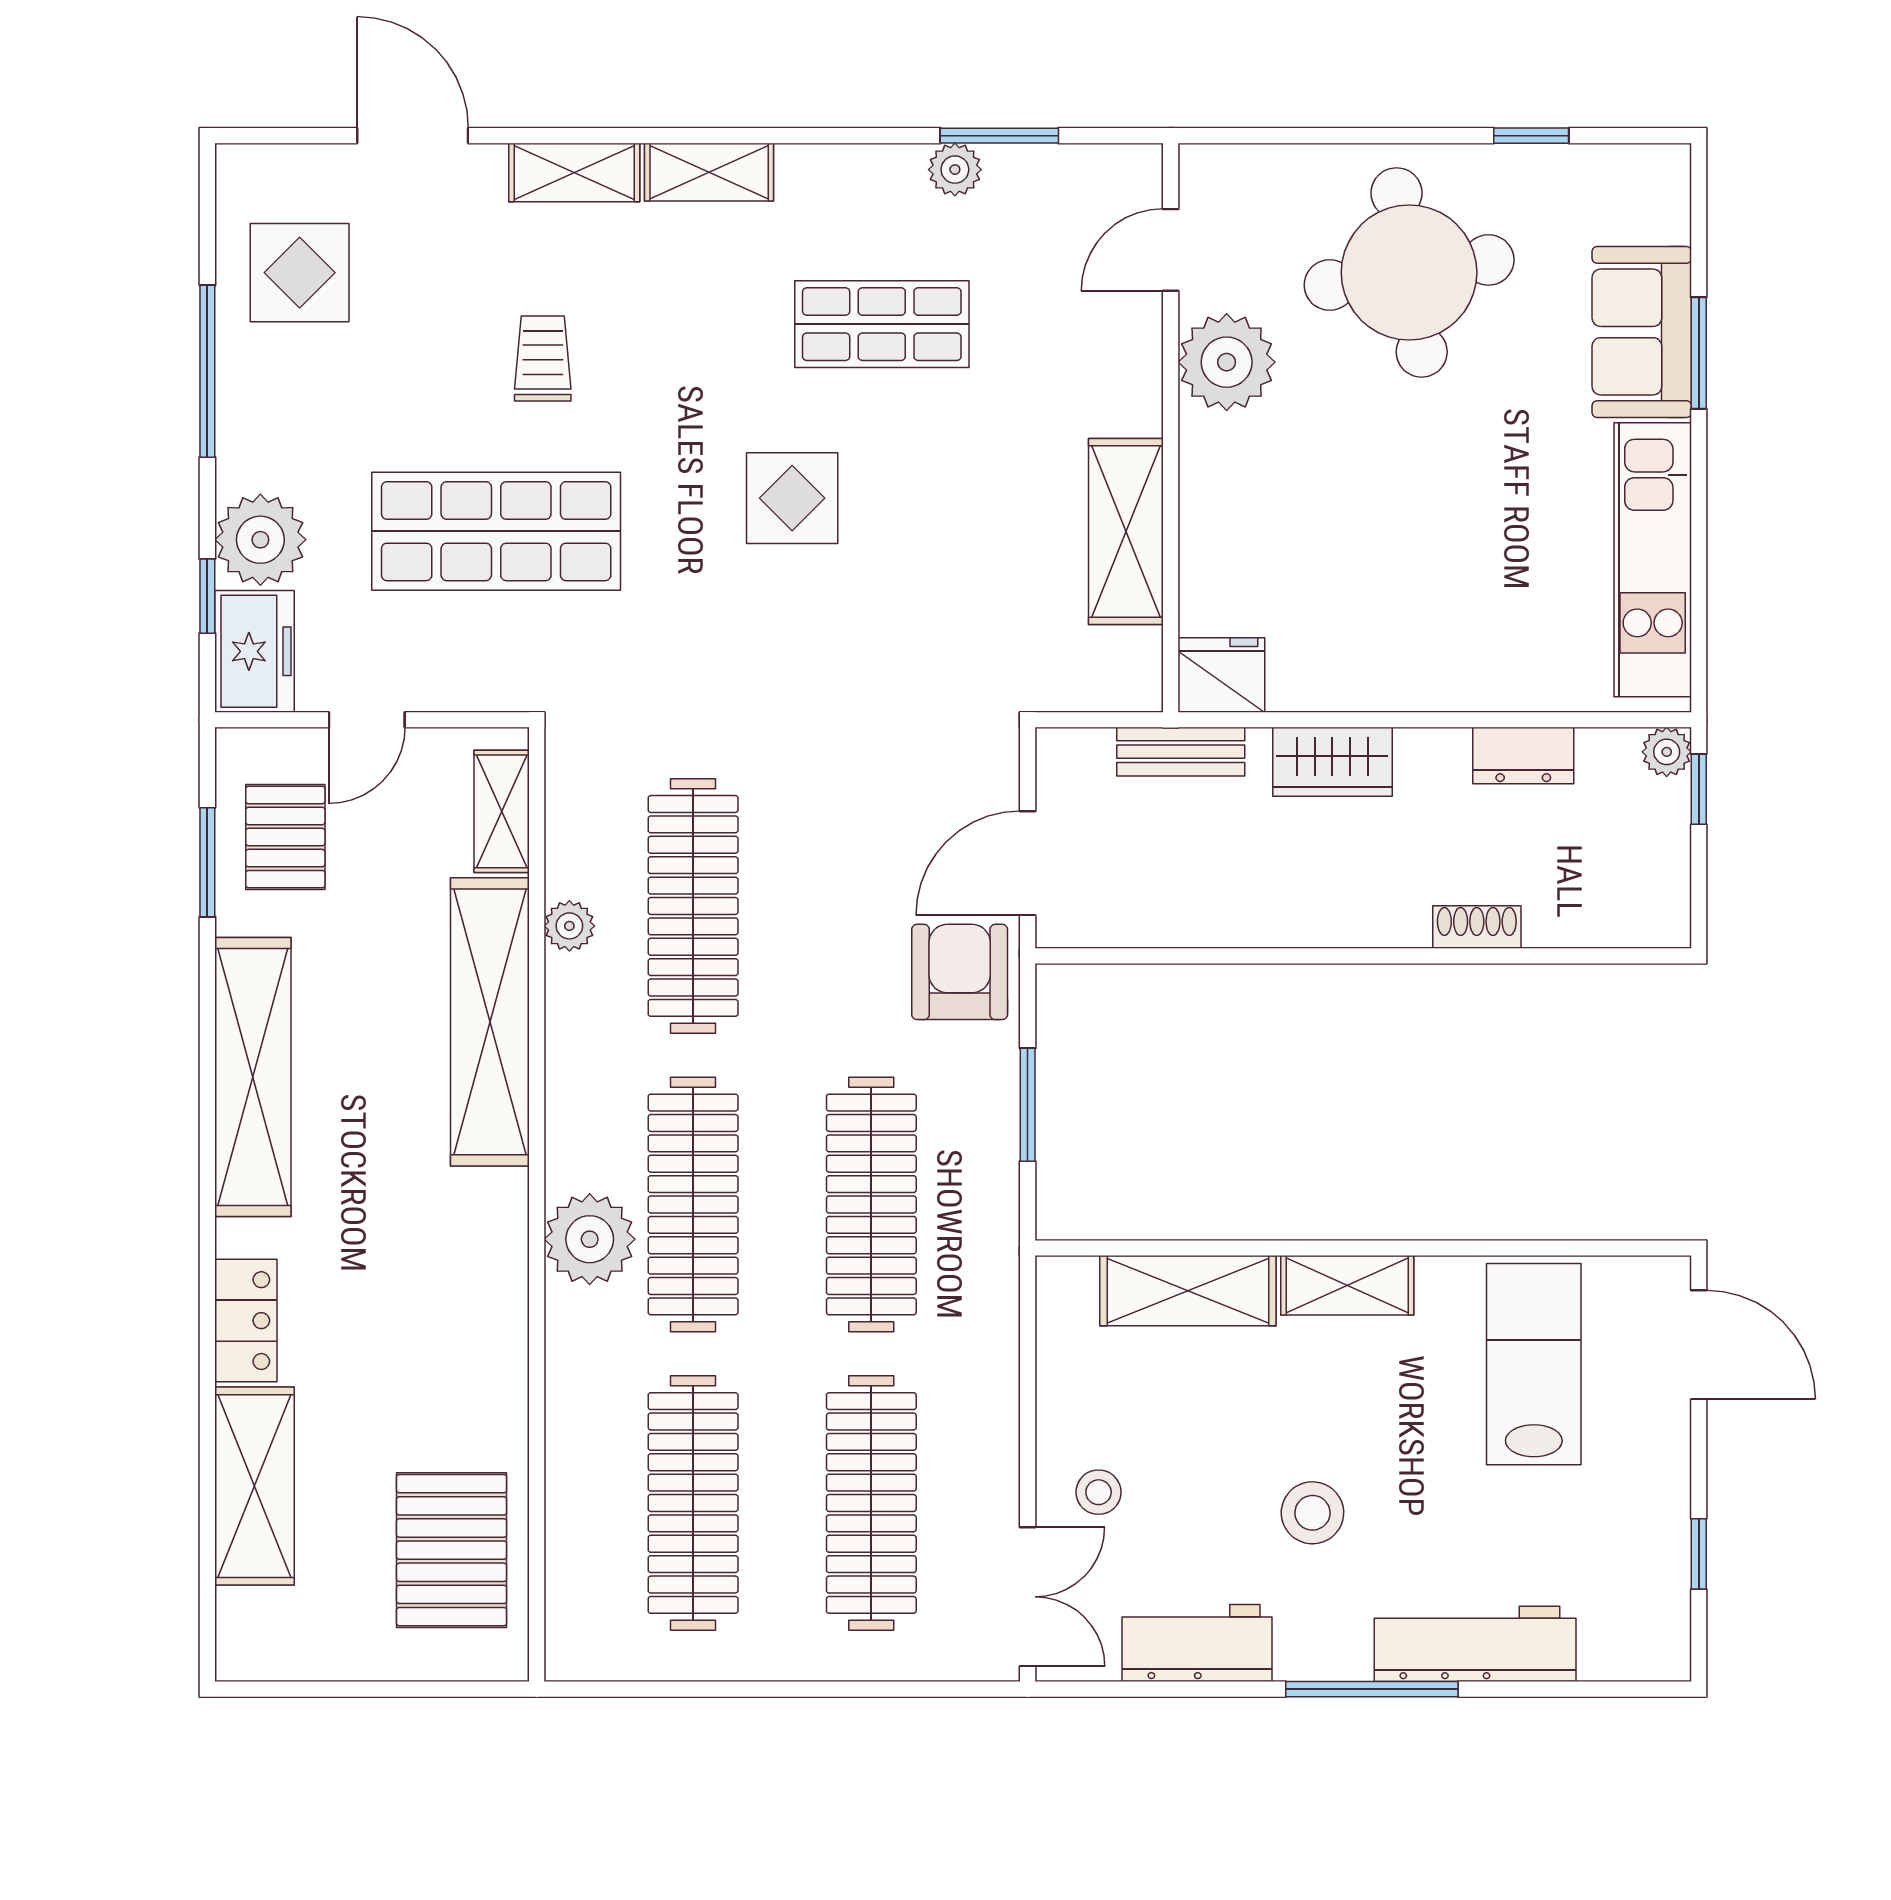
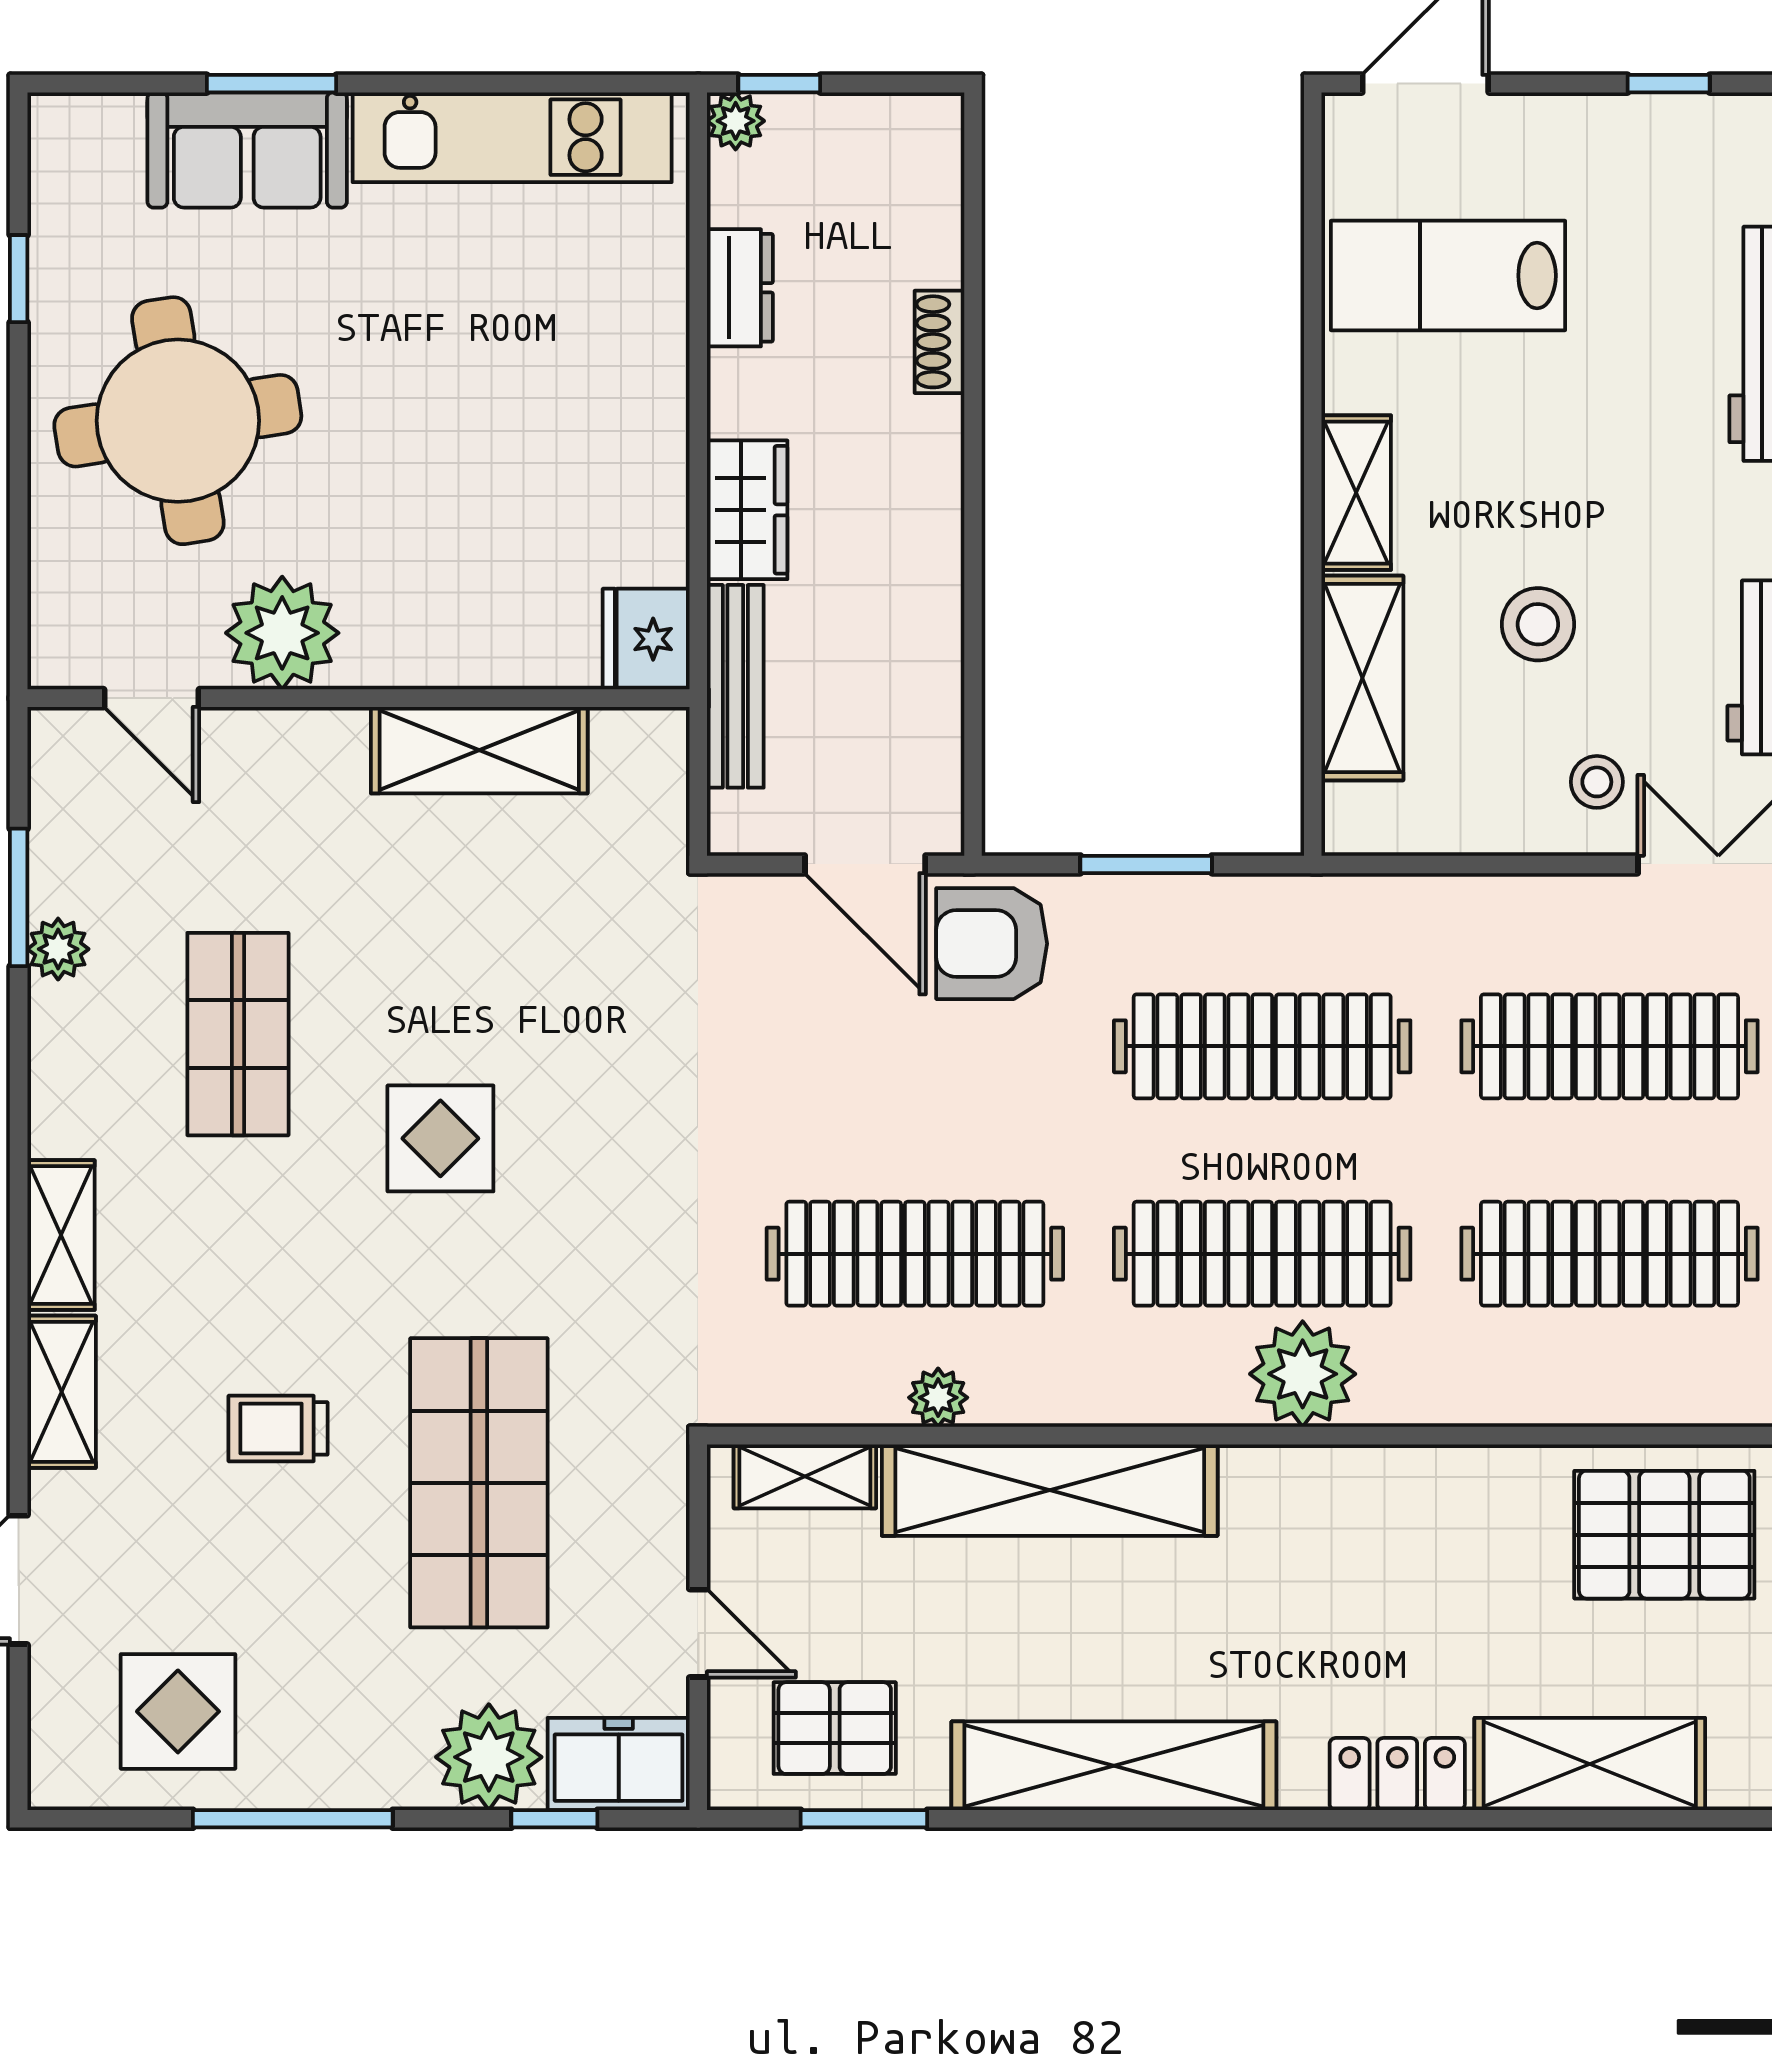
bench: (1181, 752) -> (735, 686), width x1.36
stool: (1312, 1513) -> (1538, 624), moved

